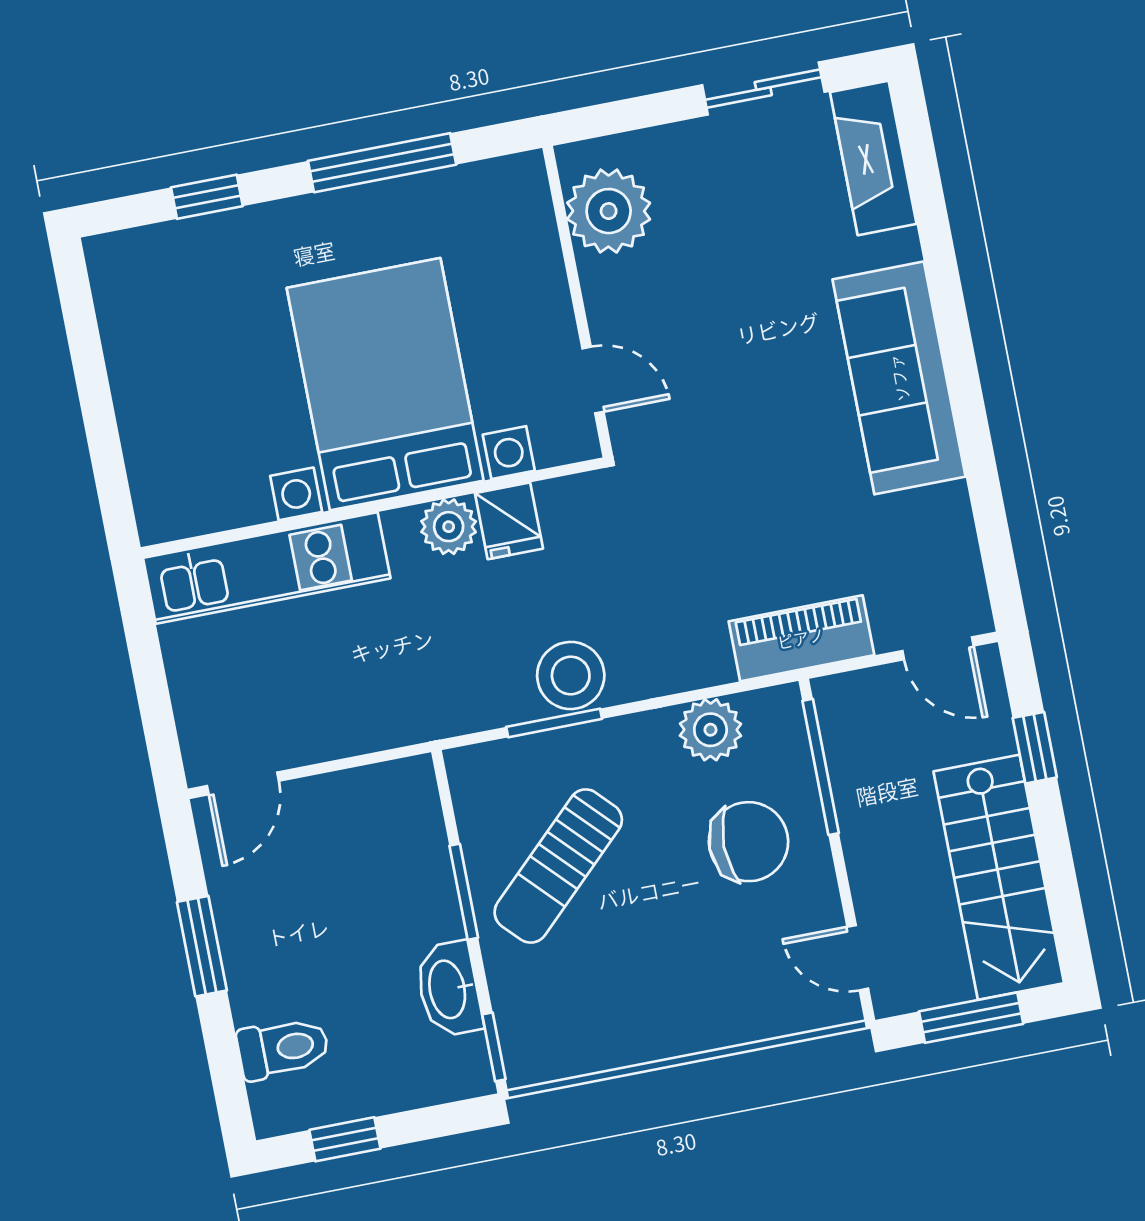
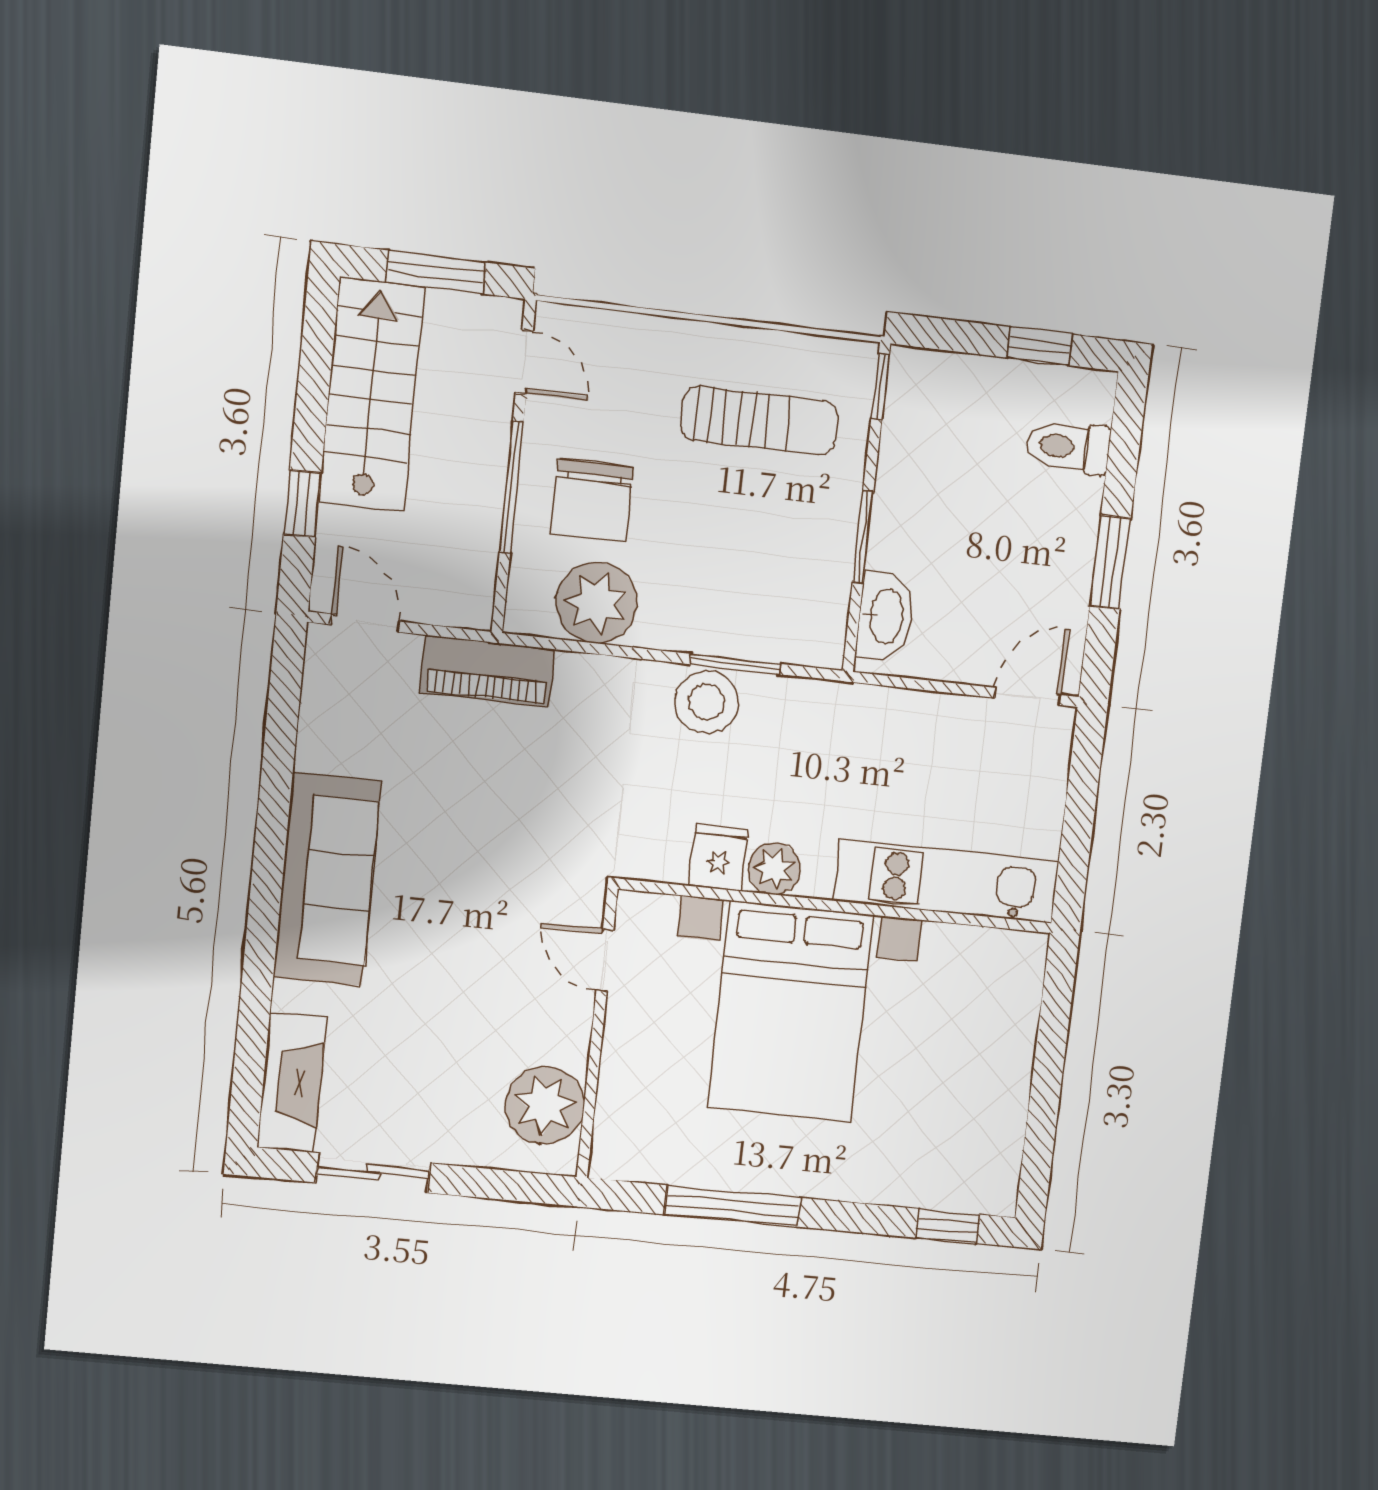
window: (207, 197) -> (948, 1226), moved
plant: (710, 730) -> (597, 603), width x1.36, depth x1.36
window: (821, 767) -> (512, 487), moved
chair: (748, 842) -> (592, 501), turned -90
sun lounger: (558, 866) -> (759, 421), moved, turned 44
washbasin: (449, 989) -> (885, 616), moved

